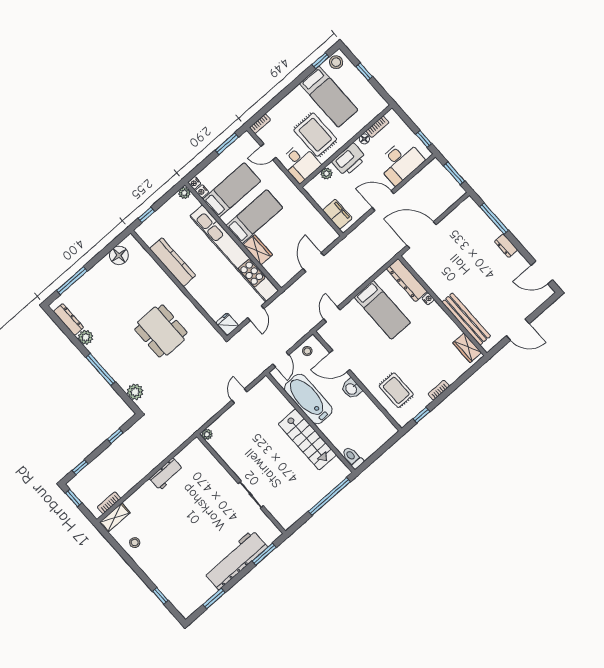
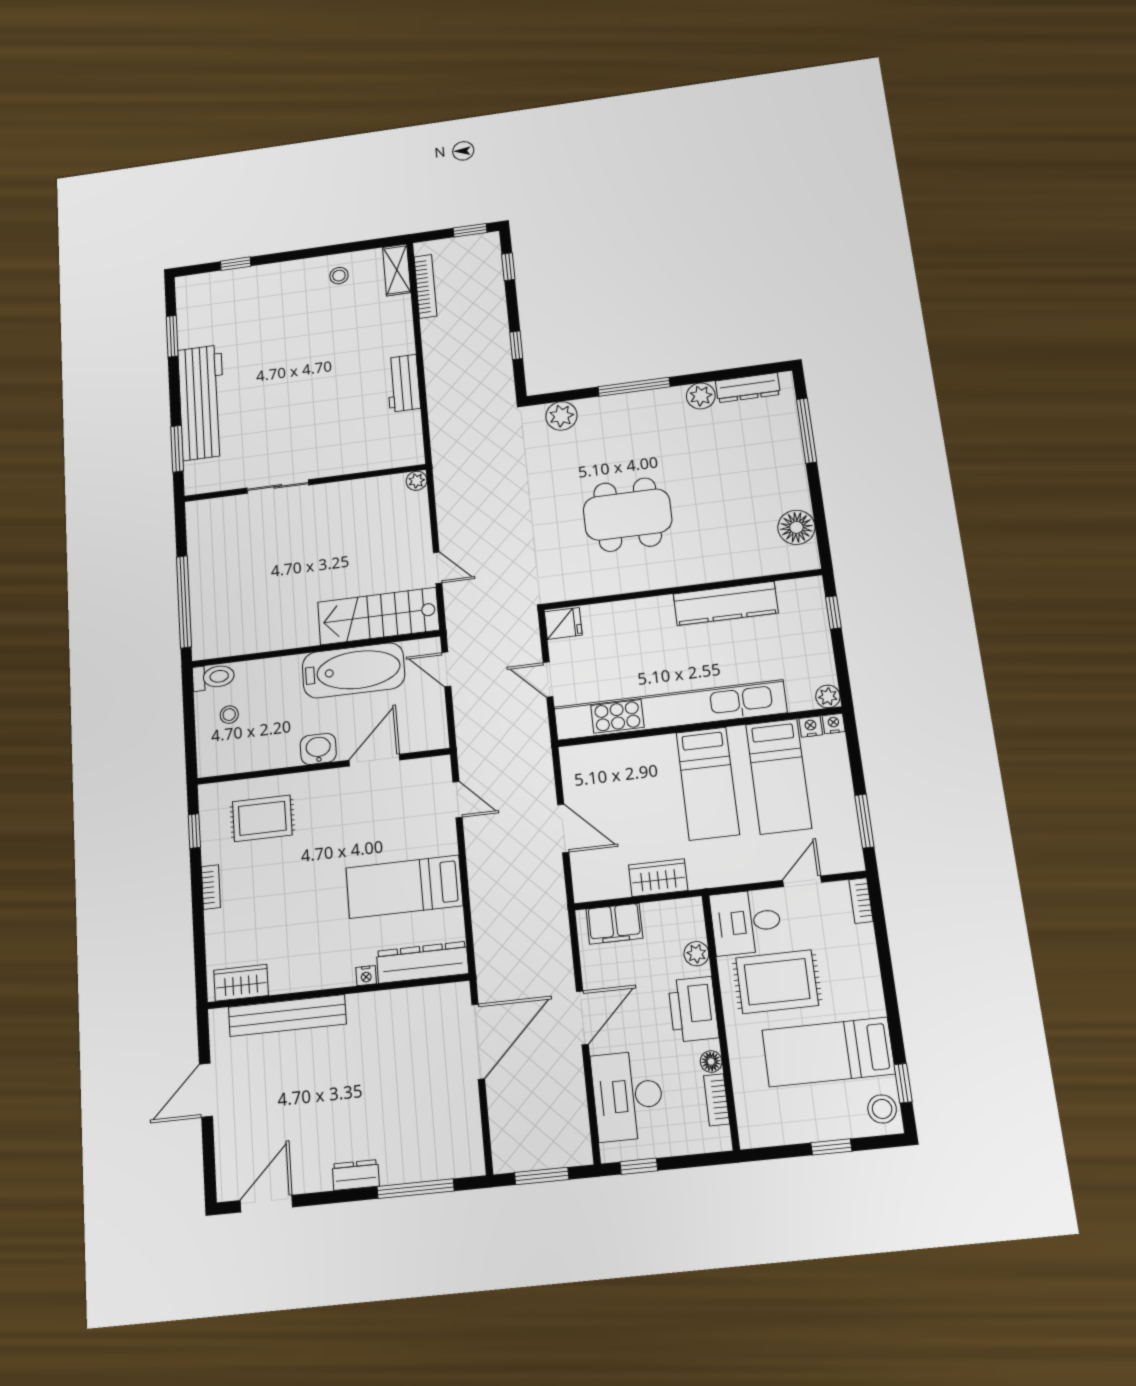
wardrobe: (258, 250) -> (658, 878), moved, turned 180
stool: (307, 351) -> (229, 715), moved
stairs: (307, 439) -> (378, 616), moved
bookcase: (109, 503) -> (425, 286), width x1.56

